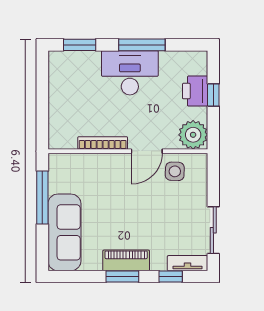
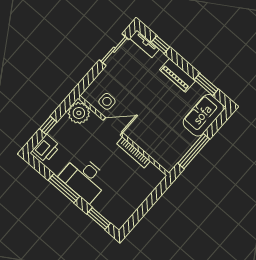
printer: (195, 91) -> (46, 148), moved
sofa: (64, 232) -> (203, 115), width x0.73
window: (122, 277) -> (206, 84), moved

